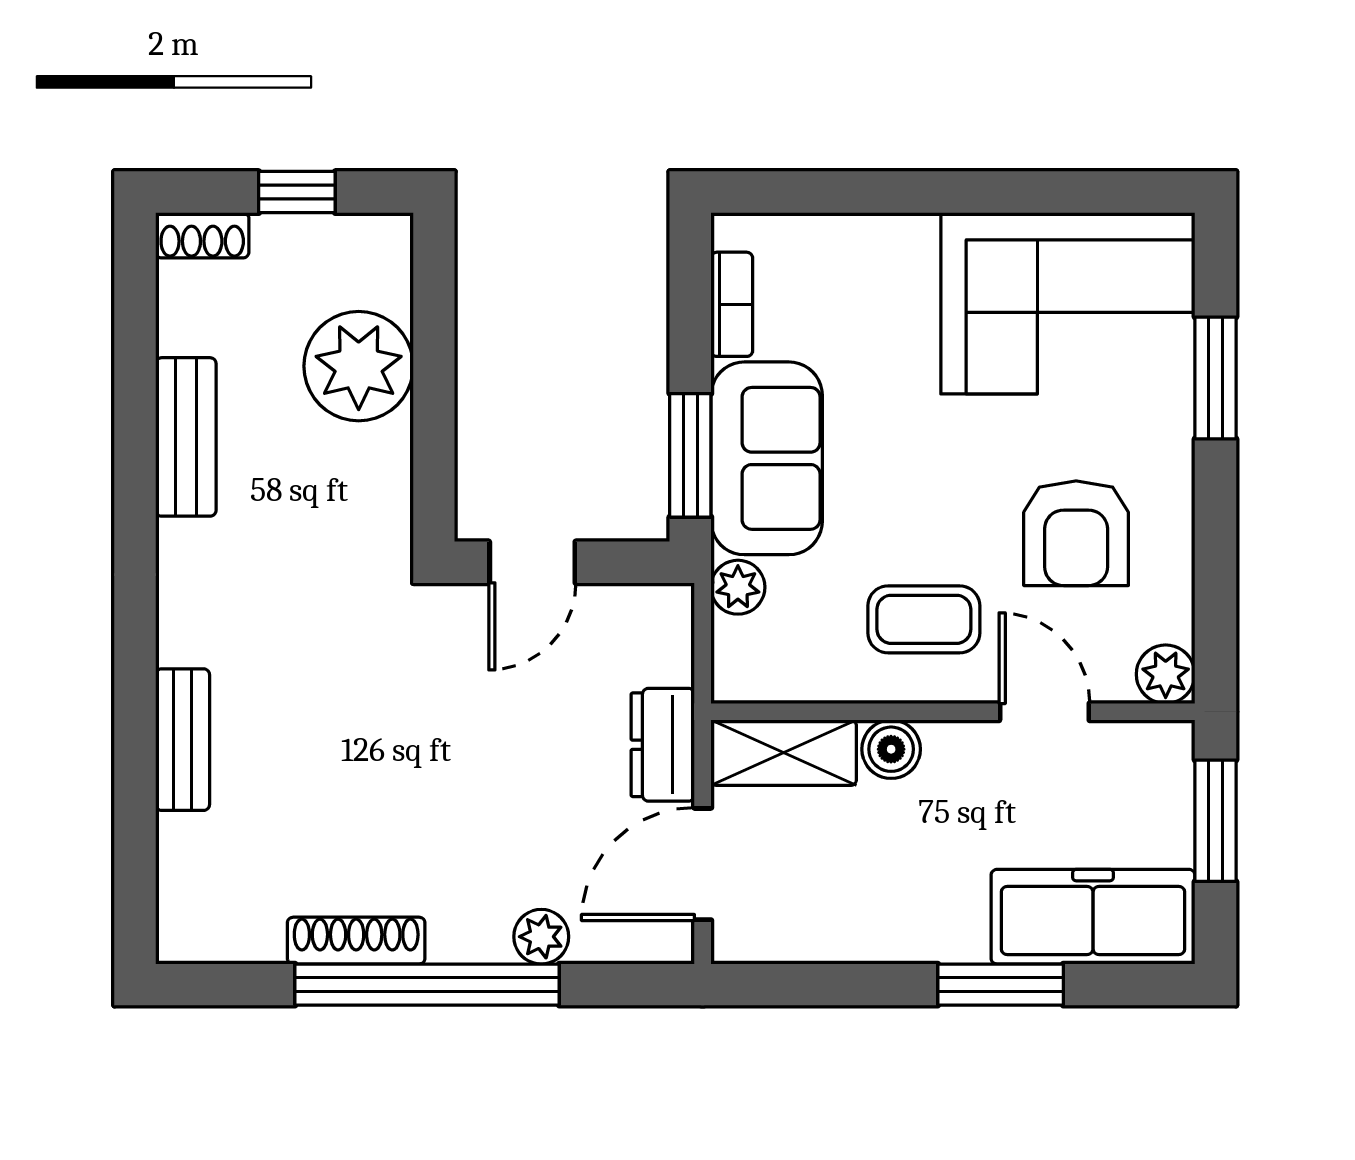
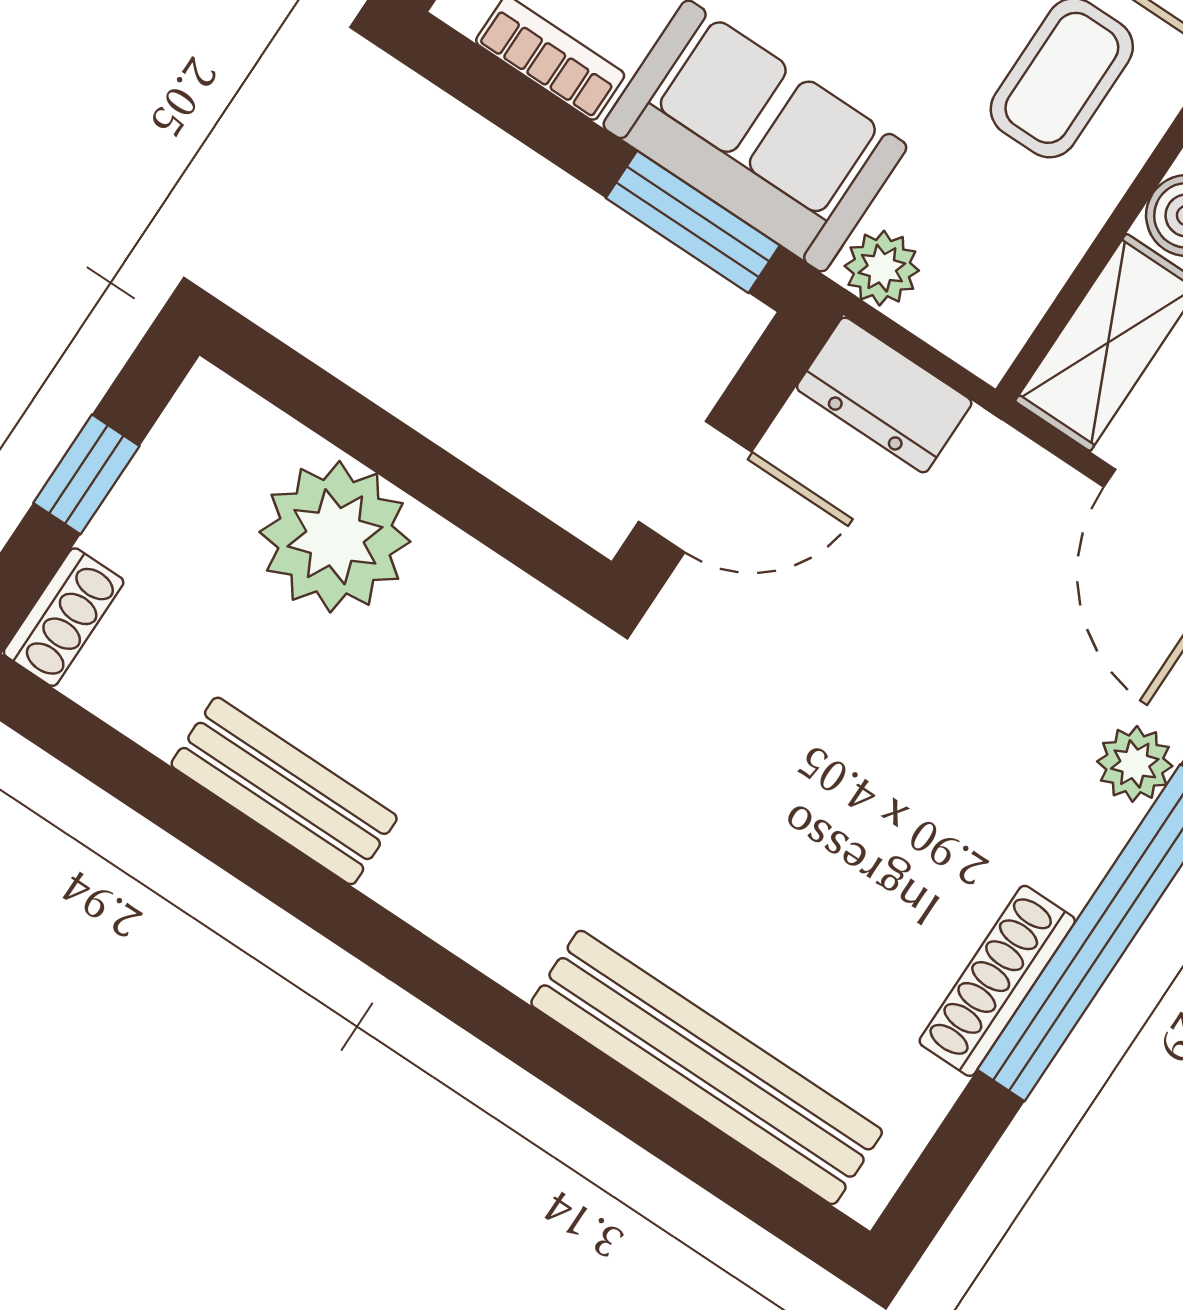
door: (532, 562) -> (695, 487), hinge flipped
bench: (183, 740) -> (707, 1067), width x1.86, depth x1.21
dresser: (663, 745) -> (884, 395), moved

